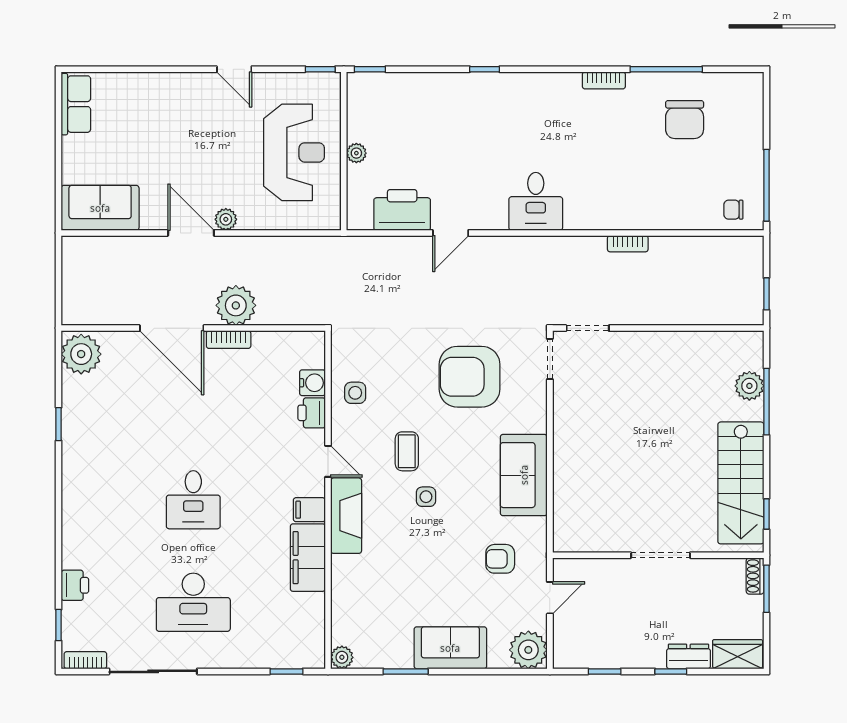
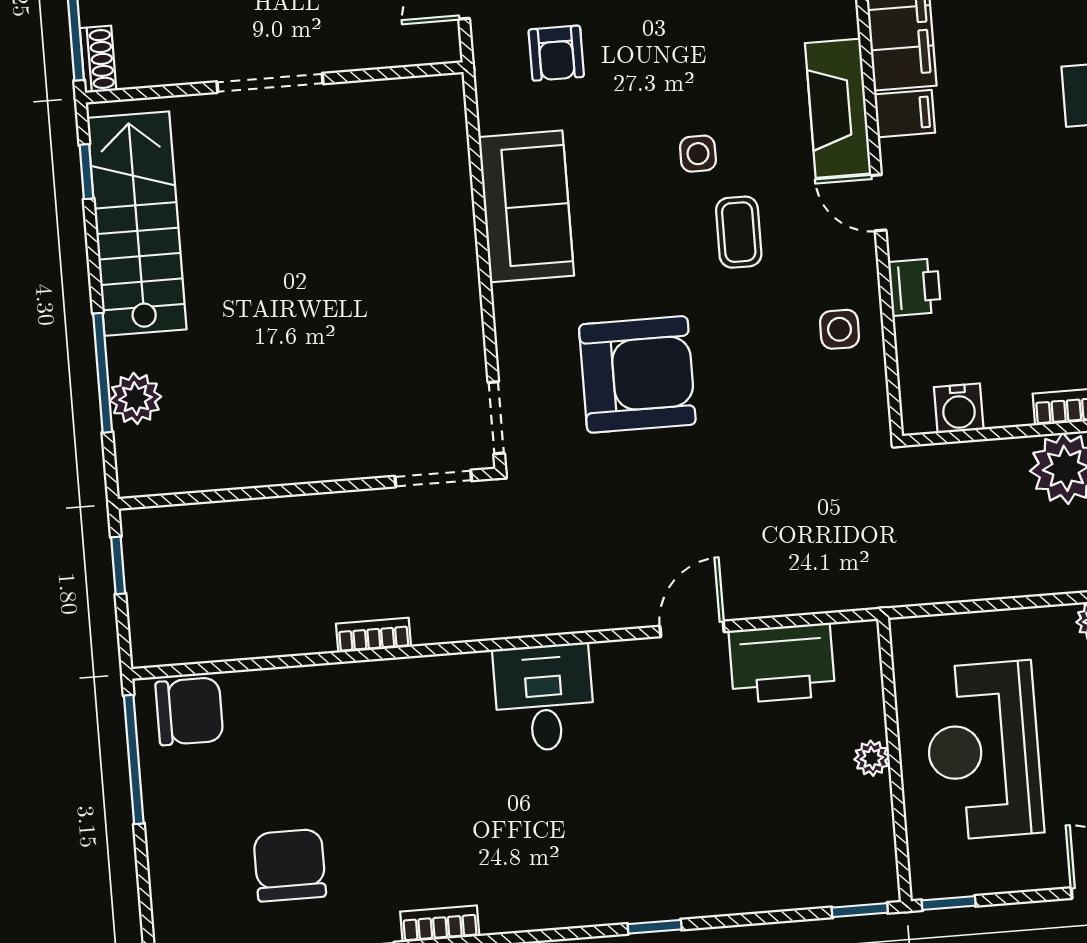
chair: (733, 210) -> (189, 711), width x1.87, depth x1.87
water cooler: (312, 383) -> (959, 408), moved, turned -90
armchair: (500, 559) -> (556, 53), turned 90

